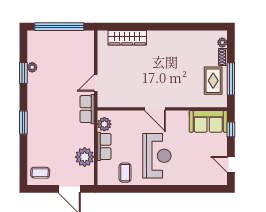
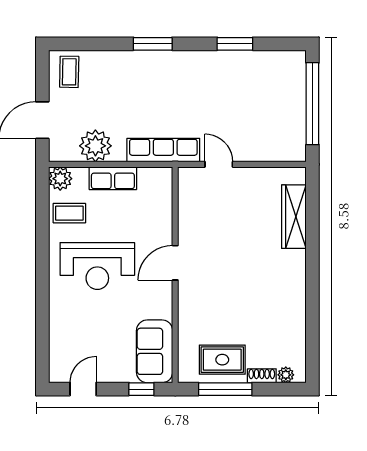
plant: (32, 67) -> (245, 59), removed
row of seats: (87, 109) -> (163, 150), width x1.48
plant: (104, 124) -> (60, 179), moved

